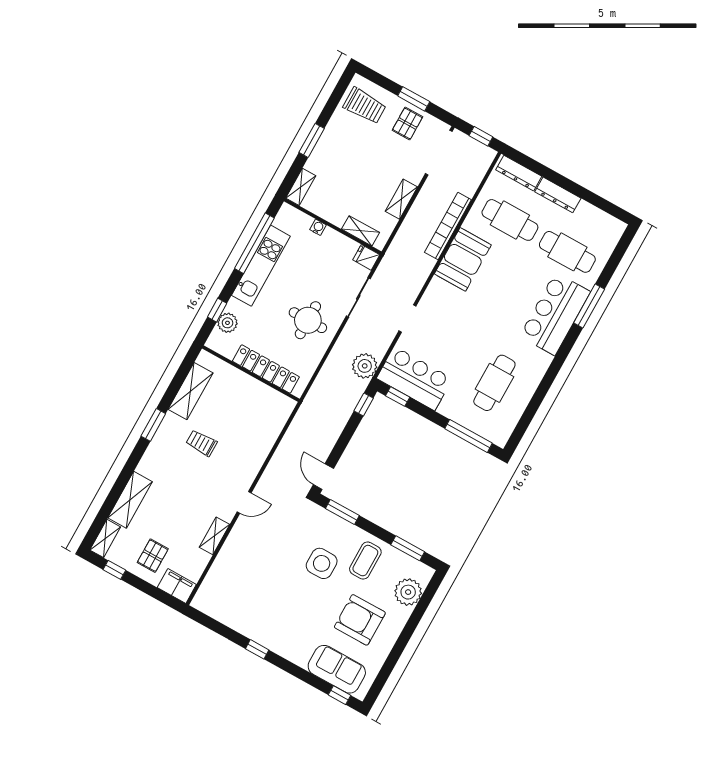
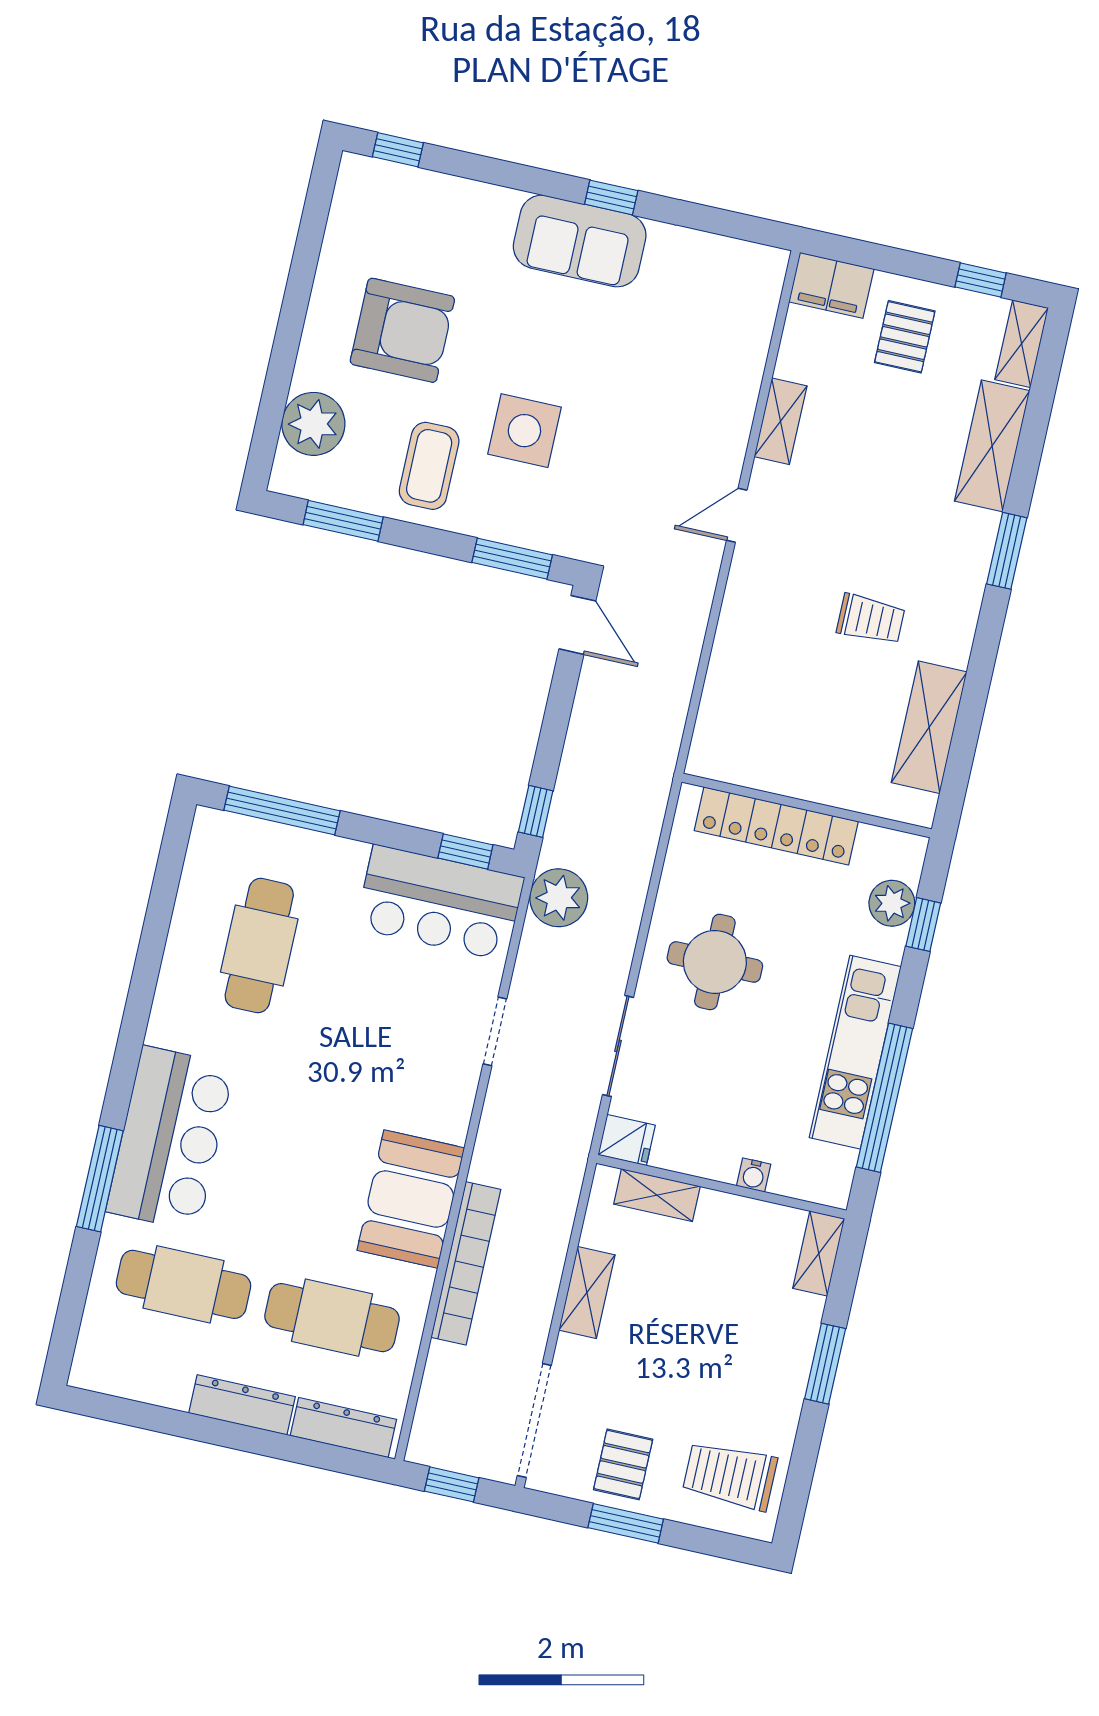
window: (153, 425) -> (1007, 551), moved
sofa: (337, 669) -> (580, 241), moved

